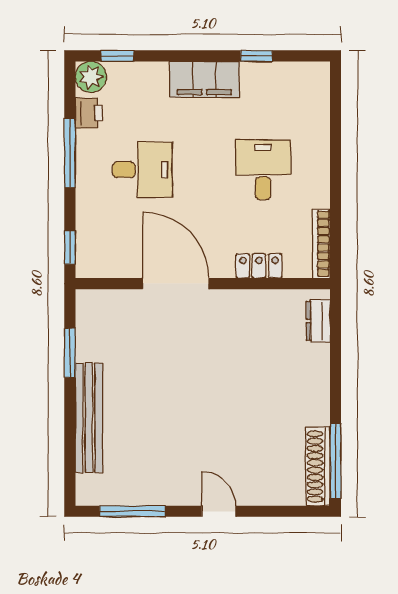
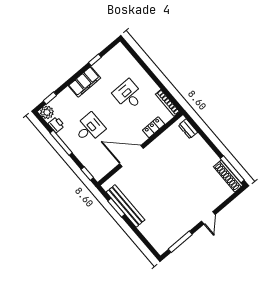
bench: (89, 418) -> (126, 206), moved
door: (219, 511) -> (208, 218), swing flipped

